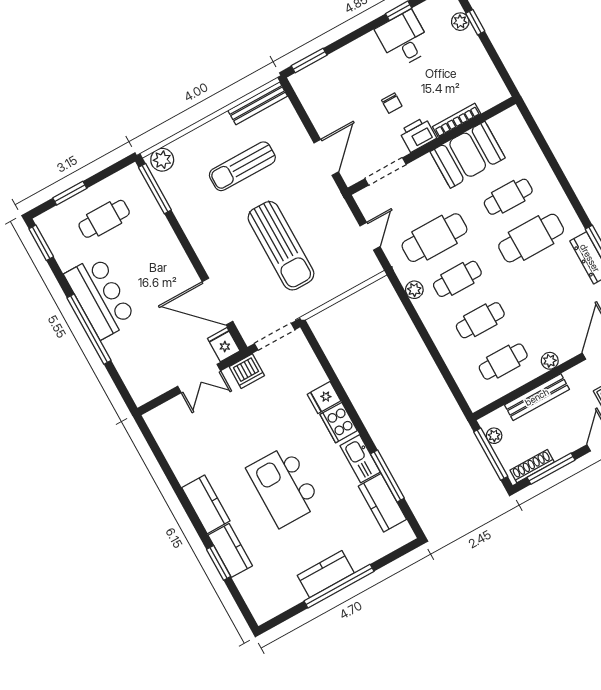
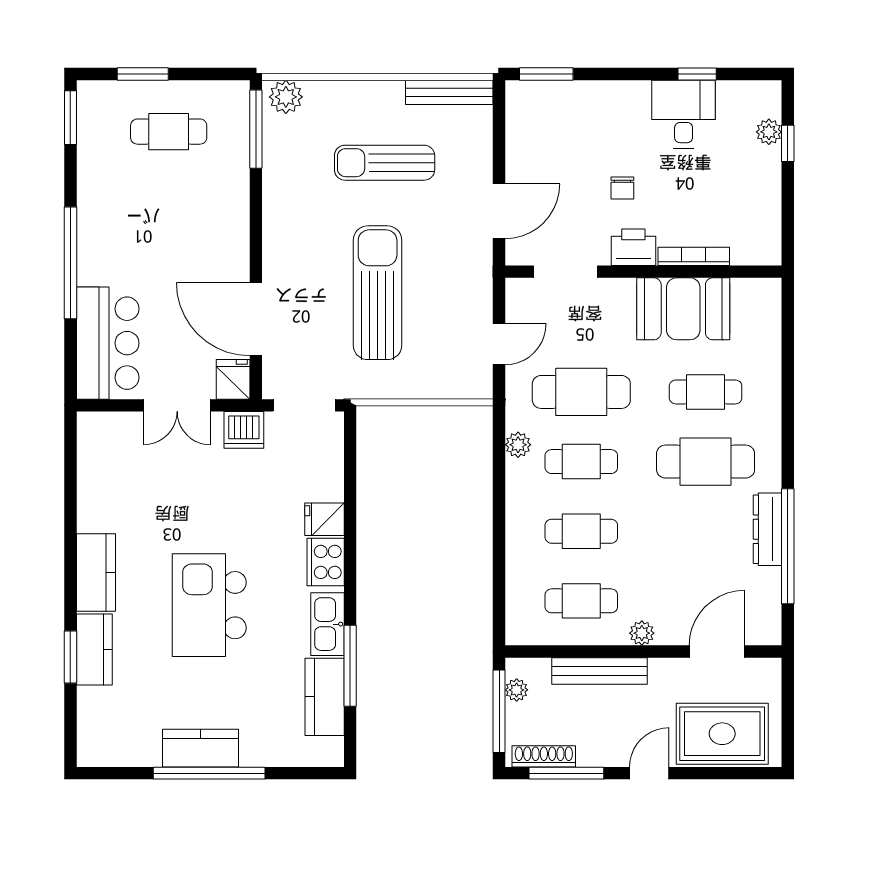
sun lounger: (281, 246) -> (378, 293), turned 180
bar counter: (100, 297) -> (108, 343), moved

